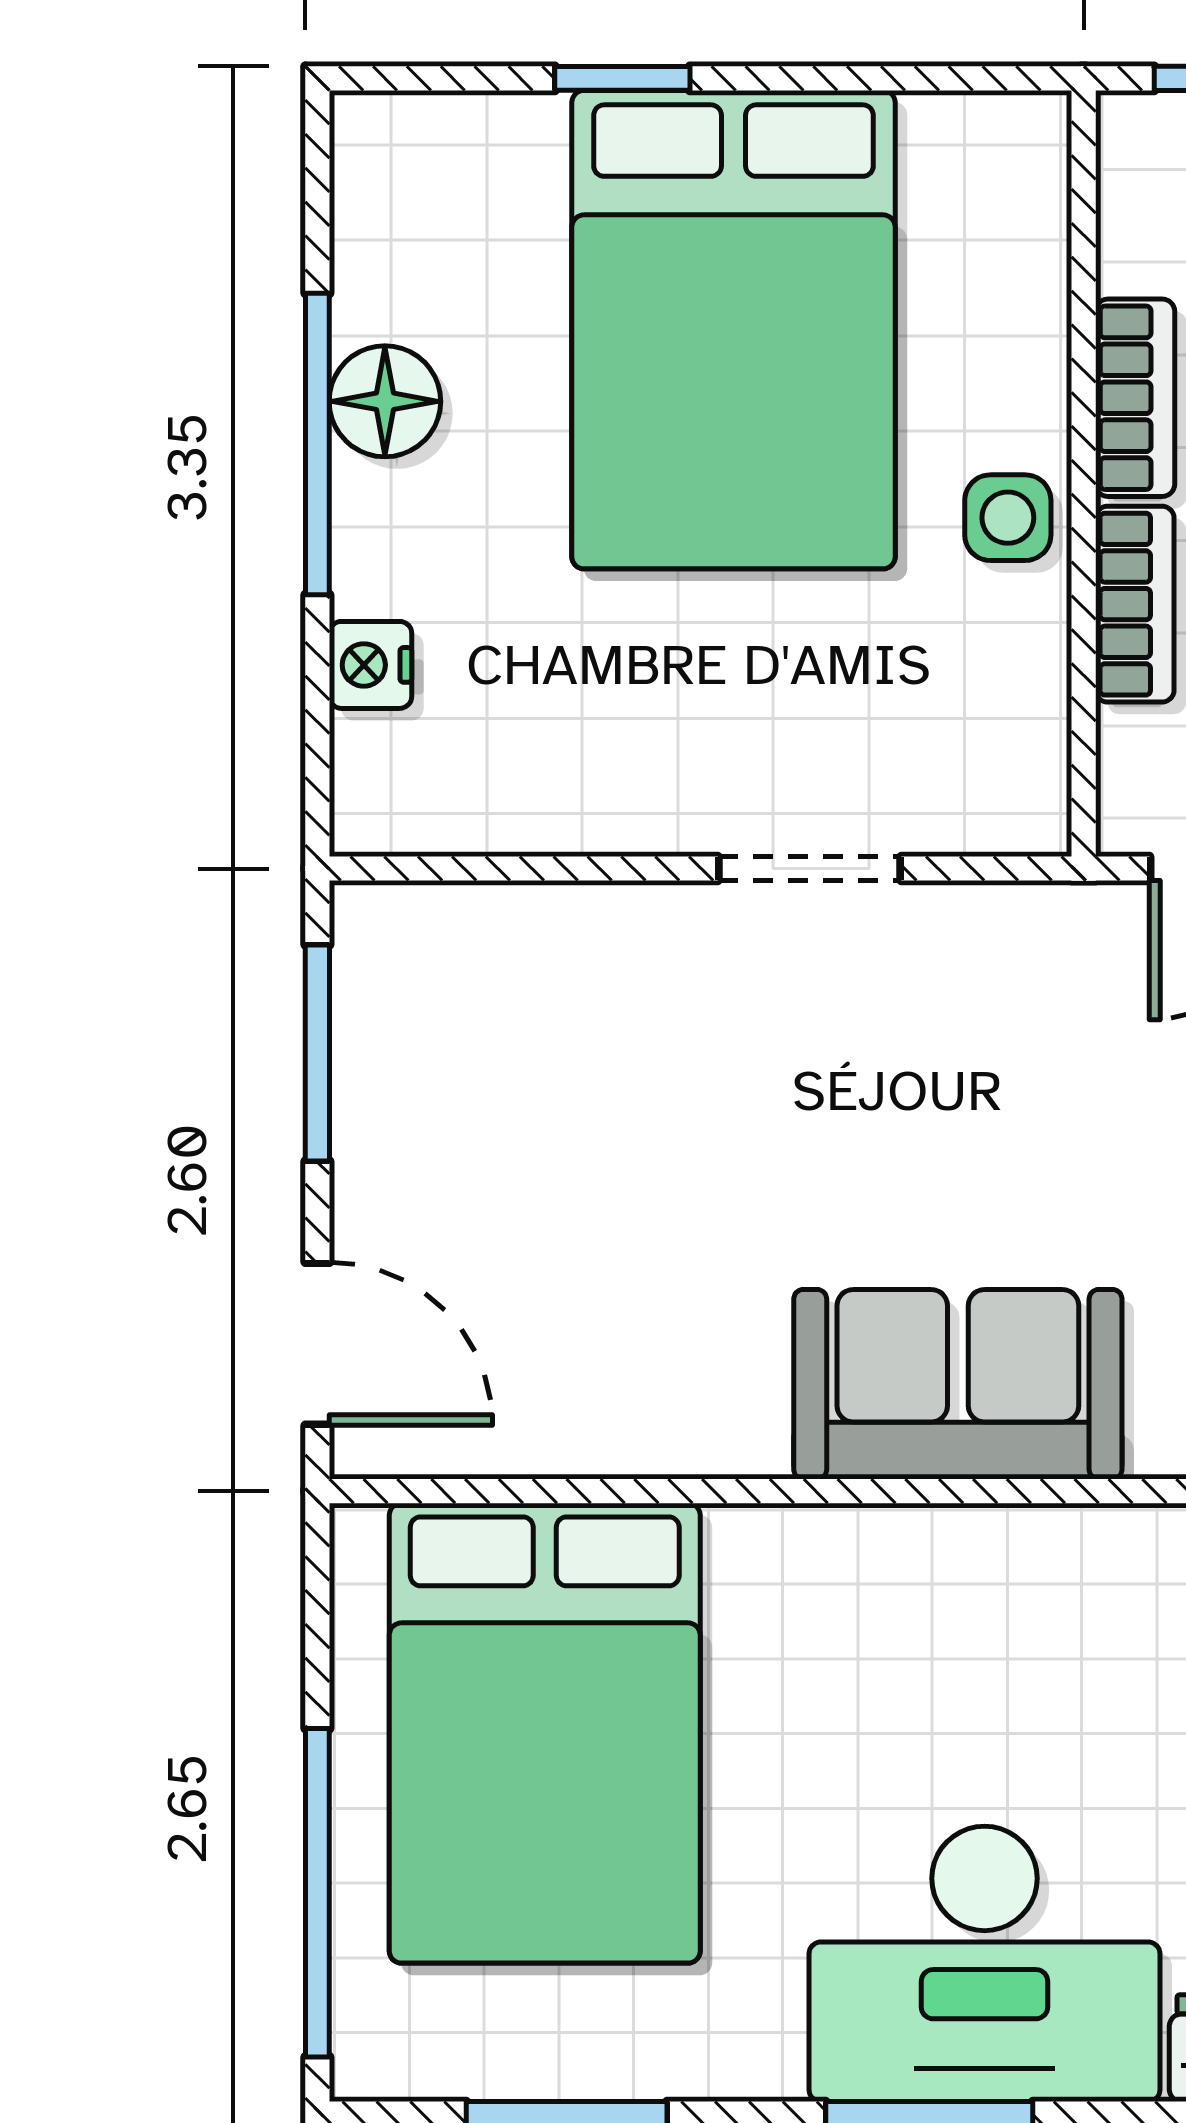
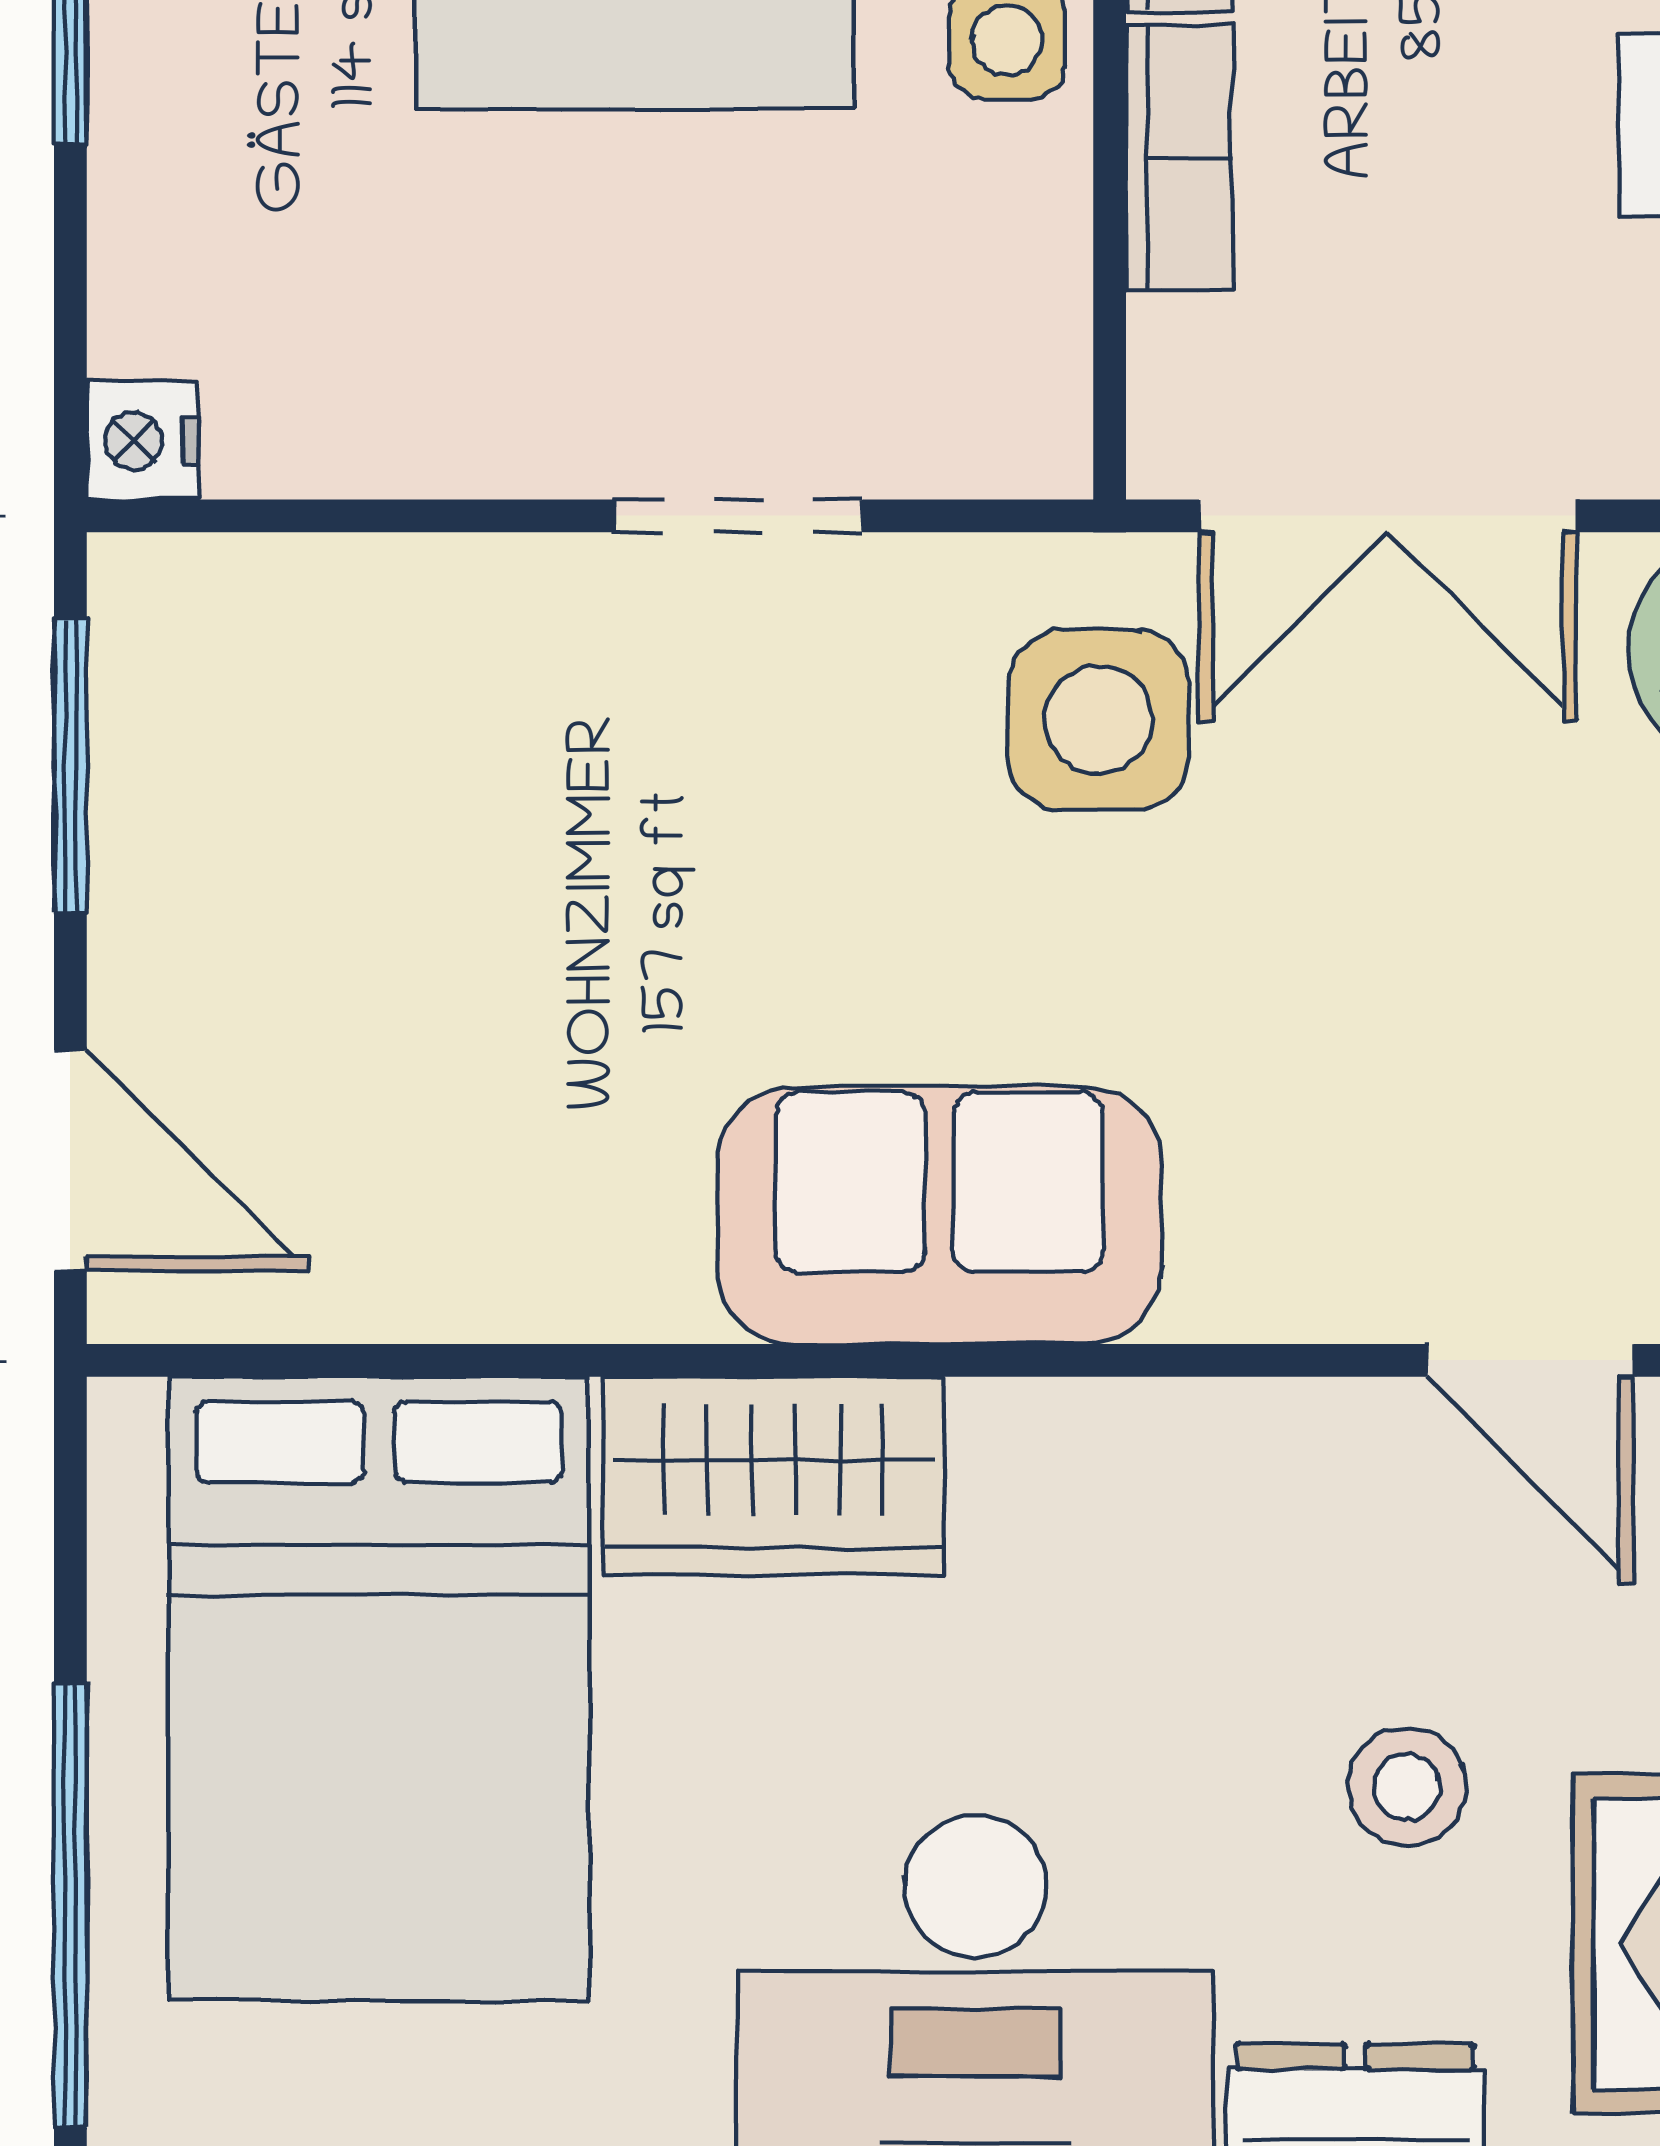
nightstand: (370, 665) -> (143, 441), moved
side table: (1076, 1019) -> (1099, 720), added
wardrobe: (836, 1576) -> (773, 1476), added

